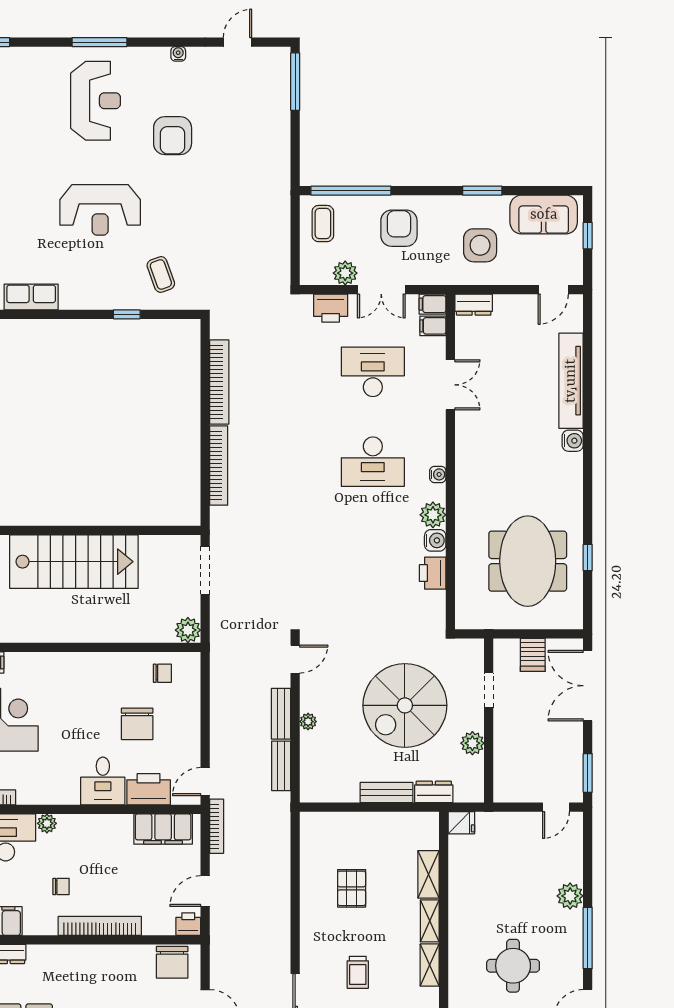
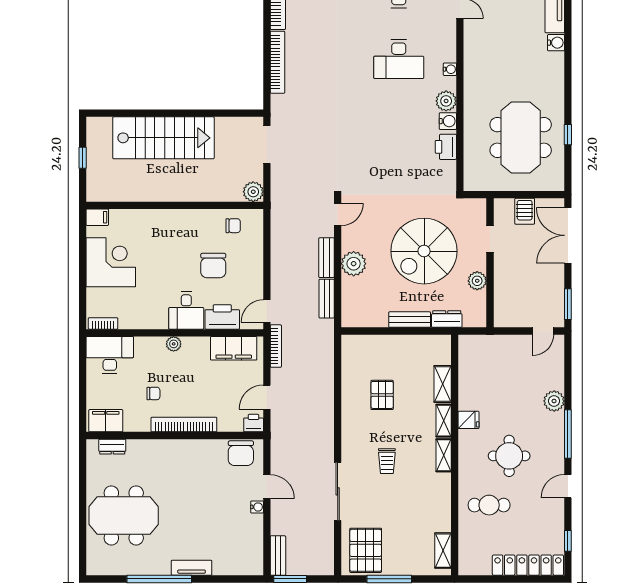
plant: (308, 722) -> (354, 264), width x1.87, depth x1.87
plant: (47, 823) -> (174, 344), moved
fridge: (461, 823) -> (468, 420), moved

